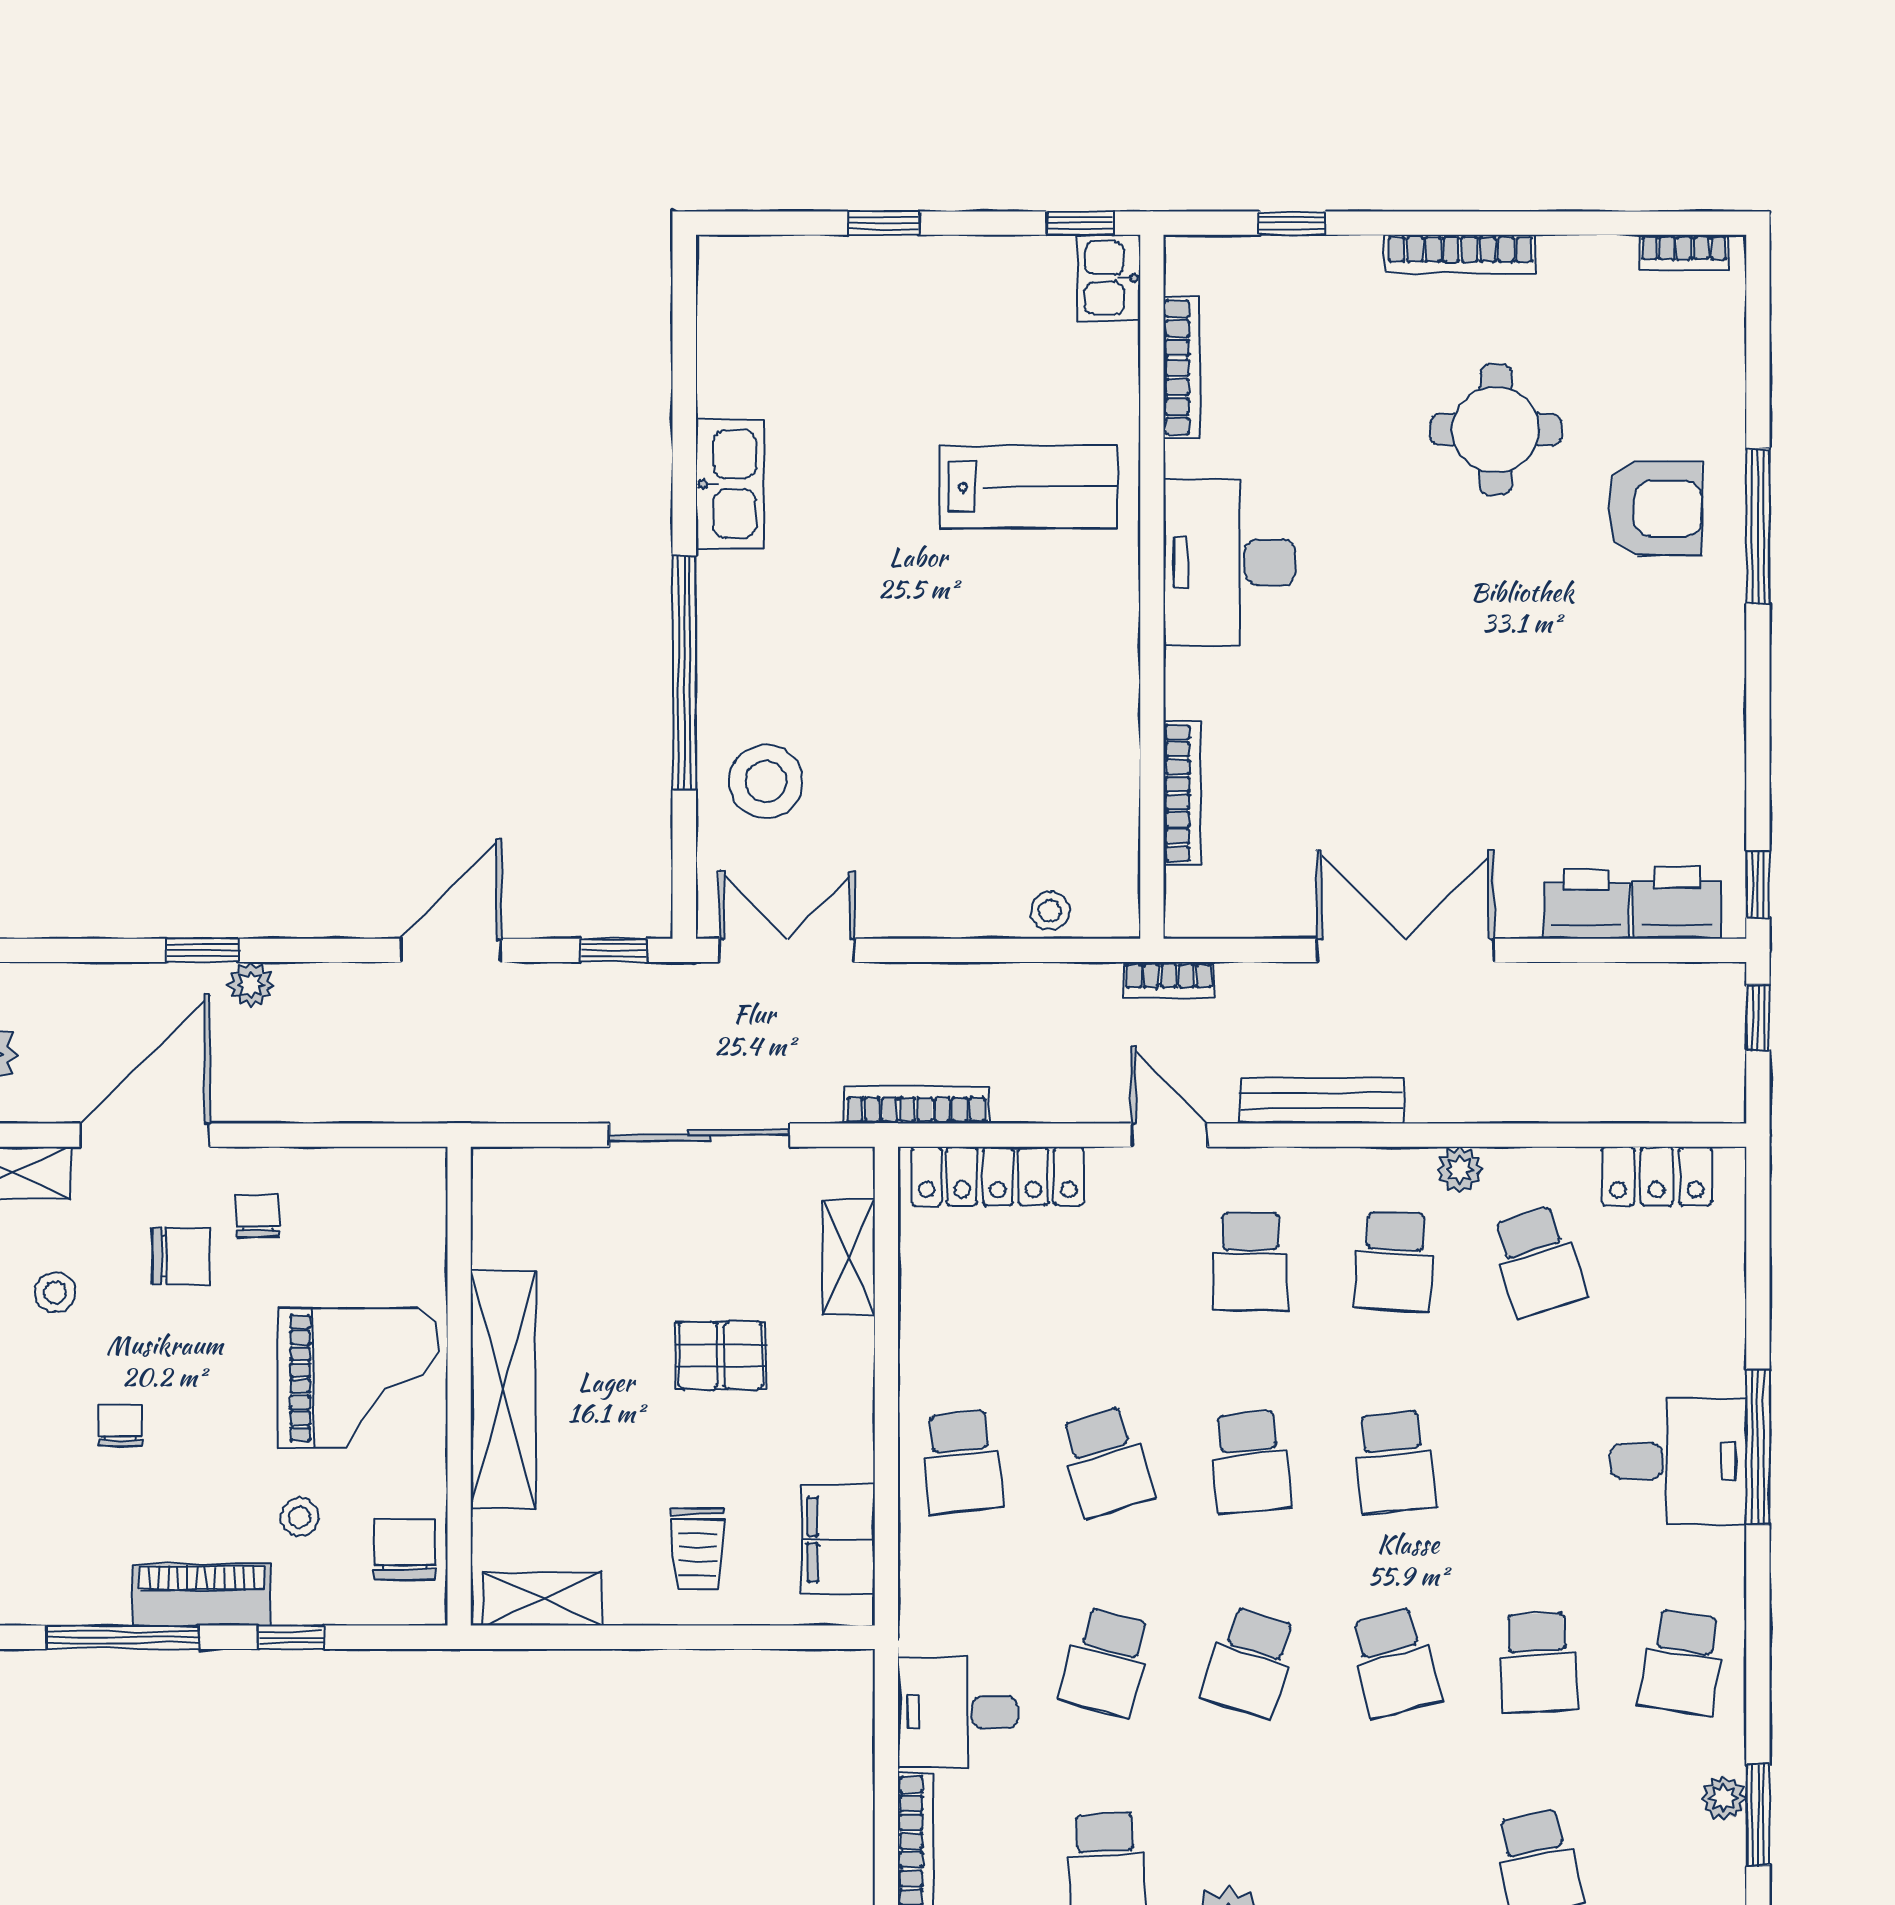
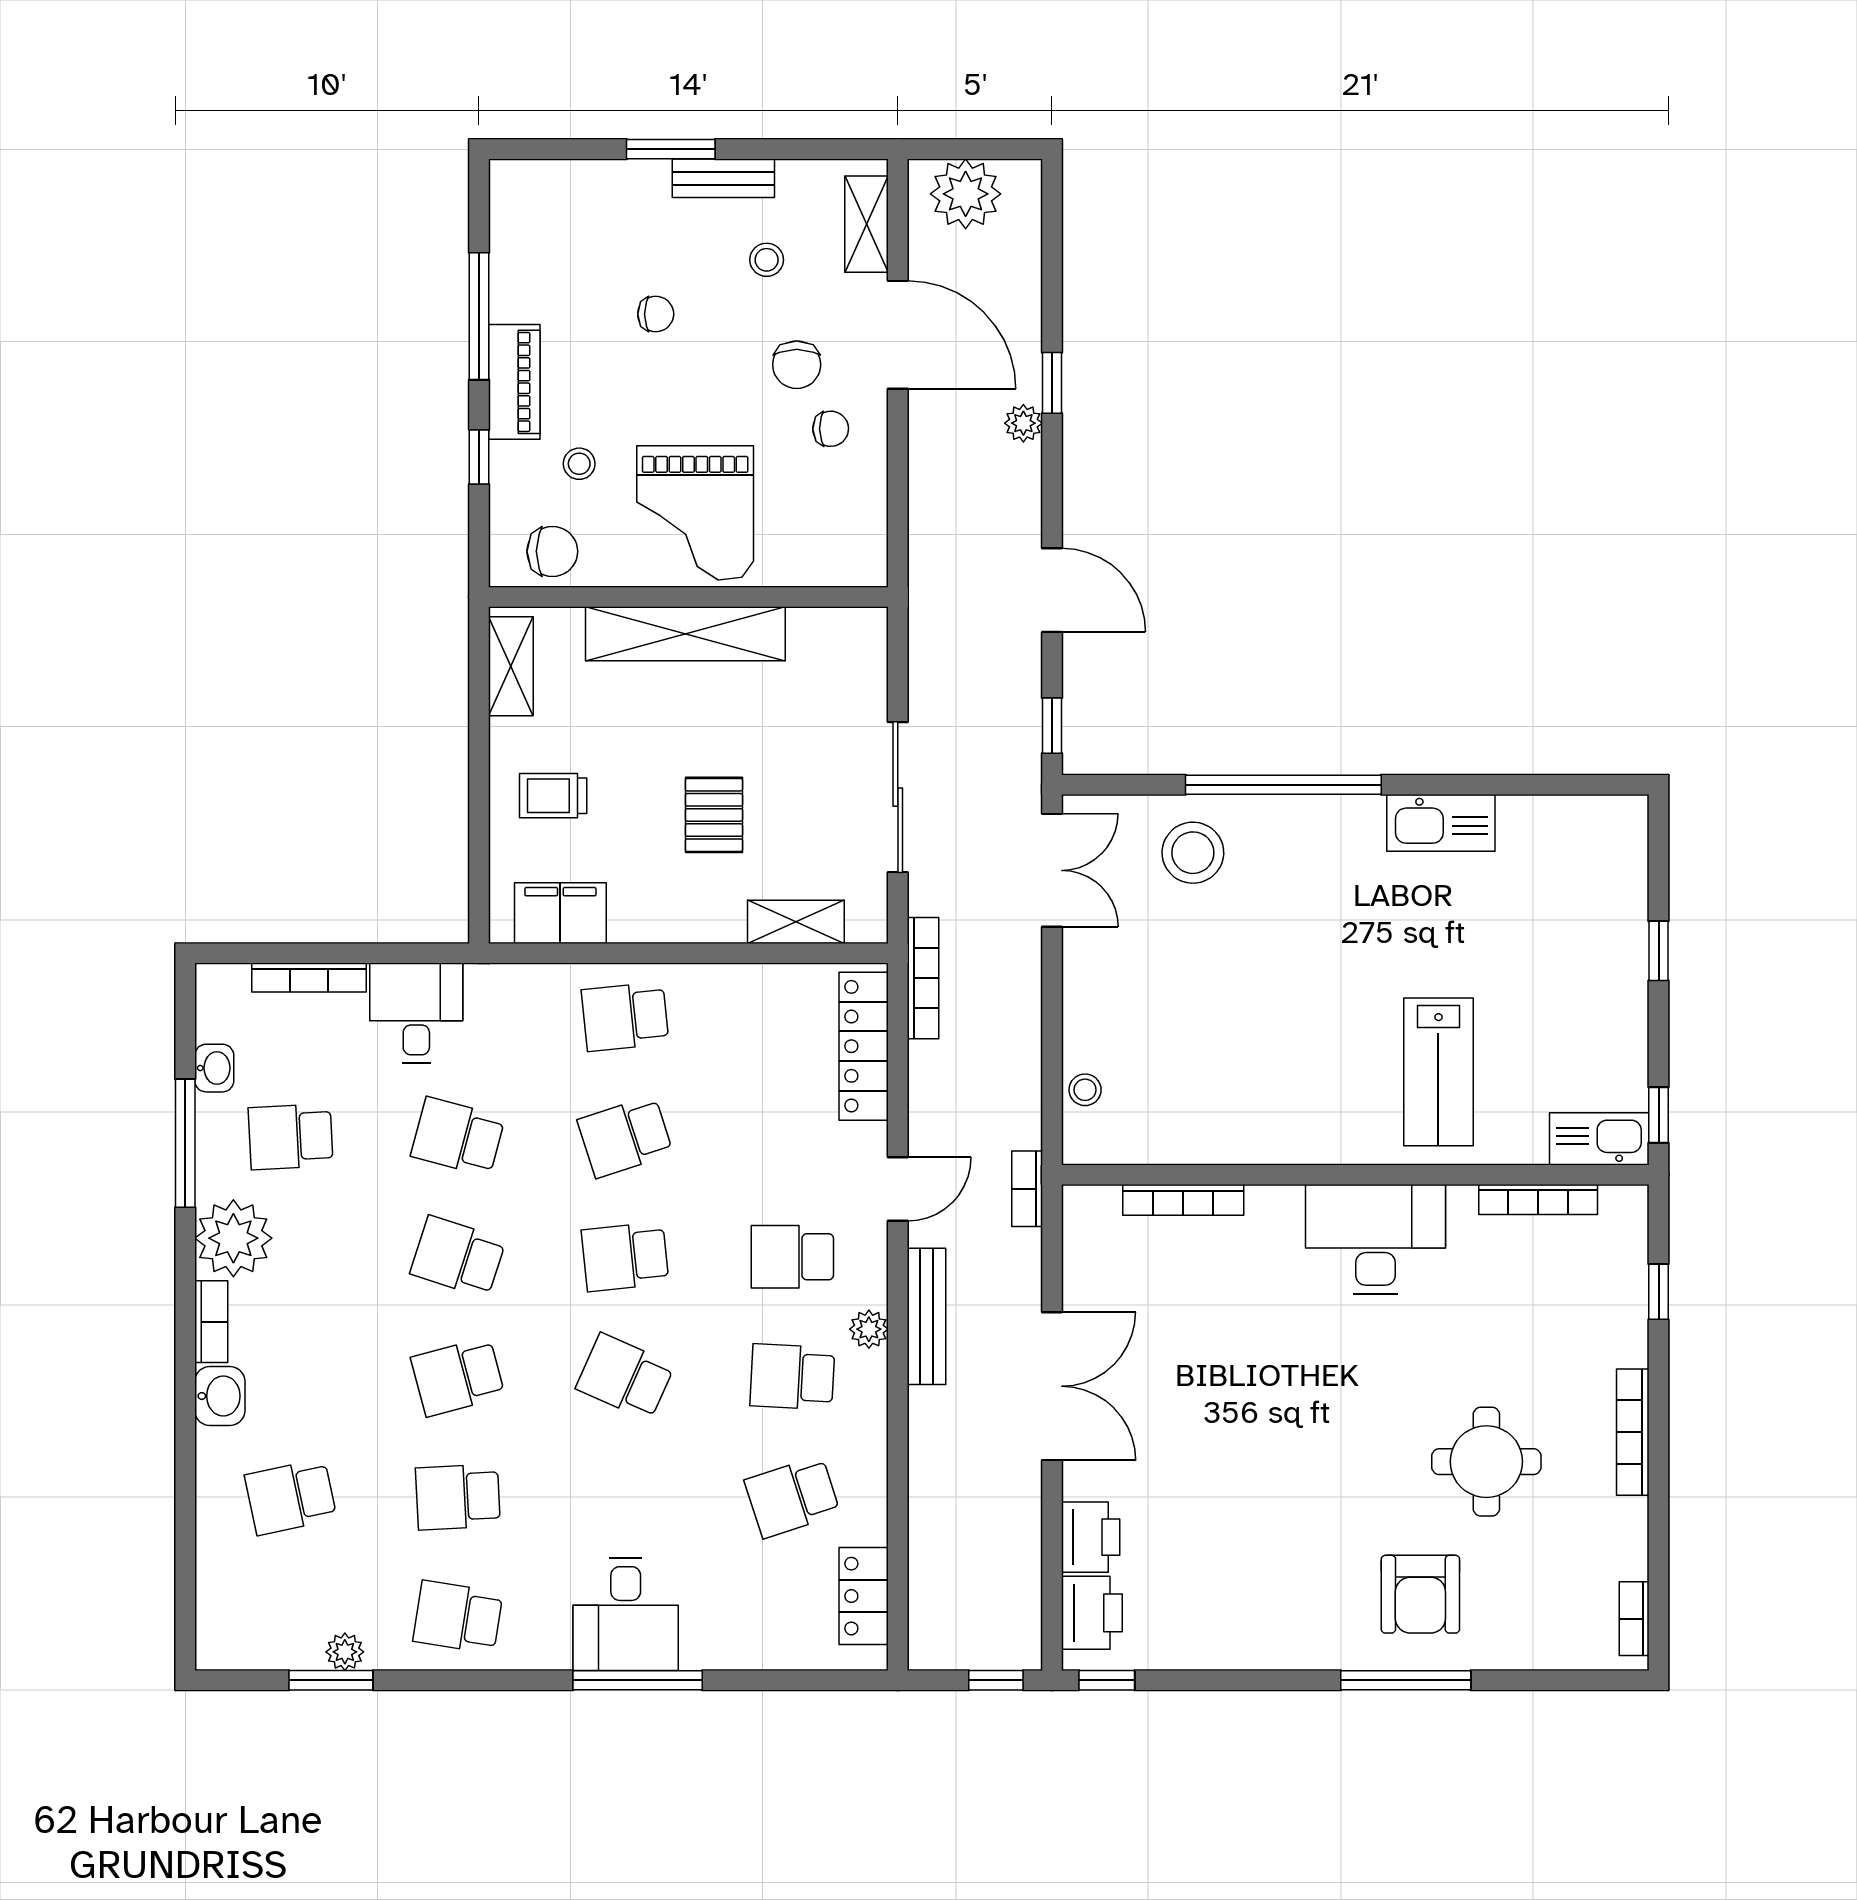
kitchen sink: (1109, 278) -> (1599, 1139), width x1.38
plant: (1460, 1170) -> (869, 1329), moved
school desk: (1394, 1462) -> (625, 1377), turned 30

